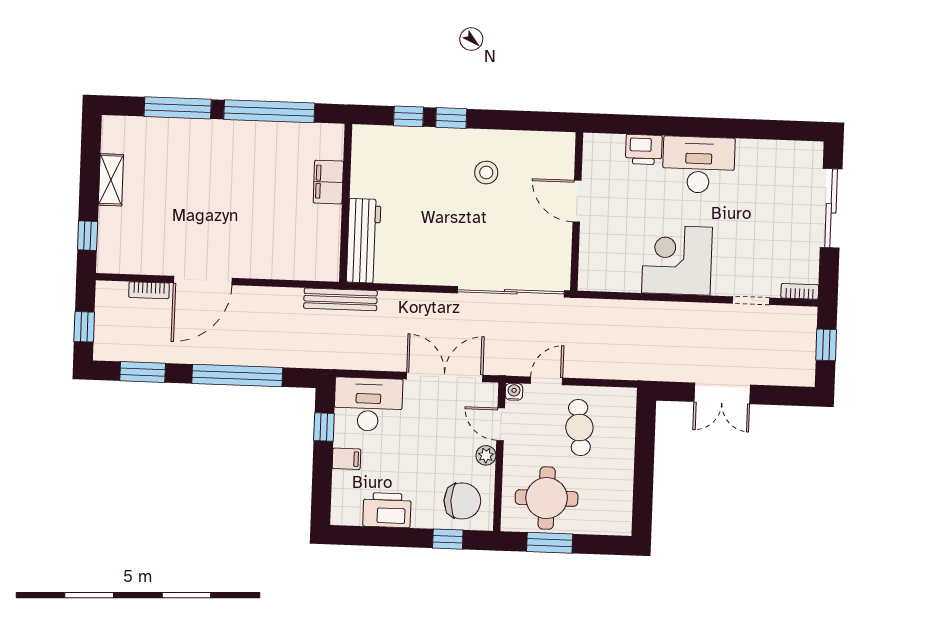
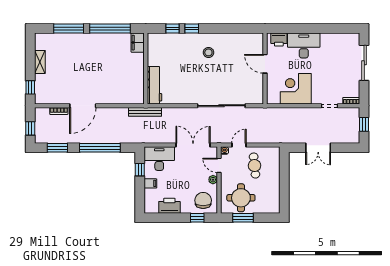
filing cabinet: (328, 182) -> (138, 43), moved
door: (577, 201) -> (265, 64), moved
wall: (577, 211) -> (265, 68), moved
chair: (462, 501) -> (203, 200), turned -90

